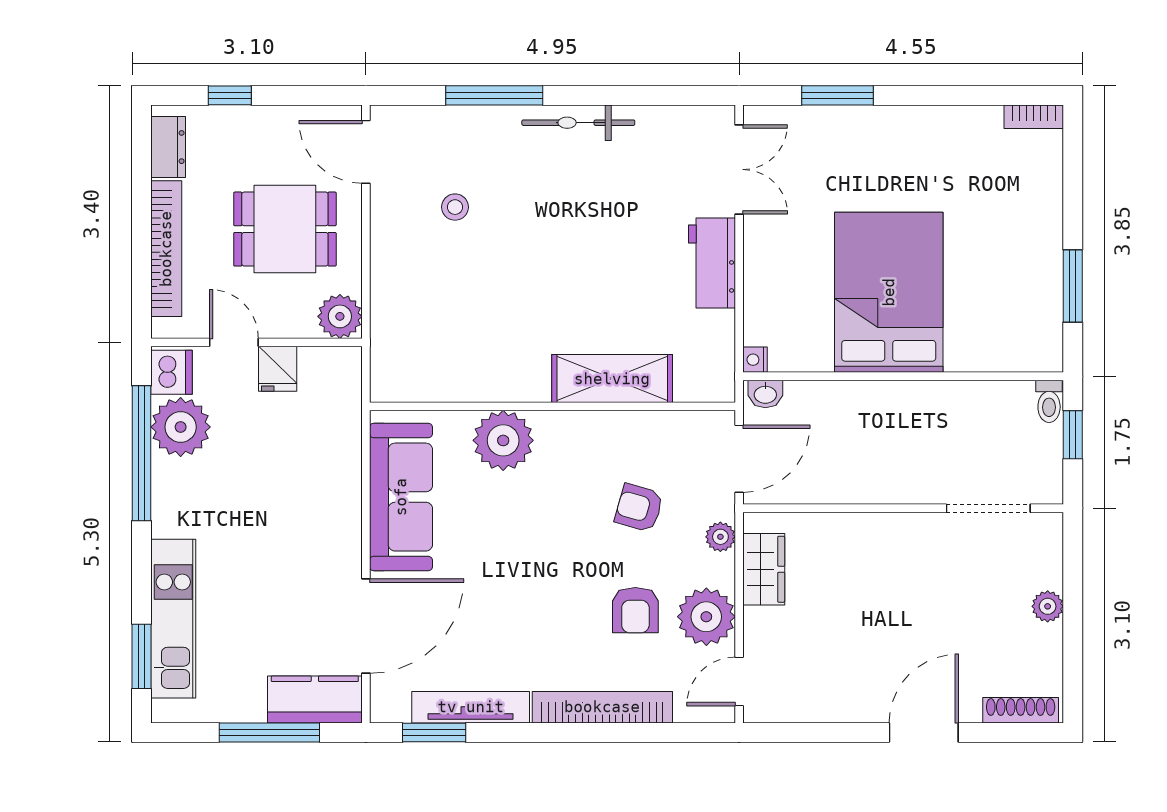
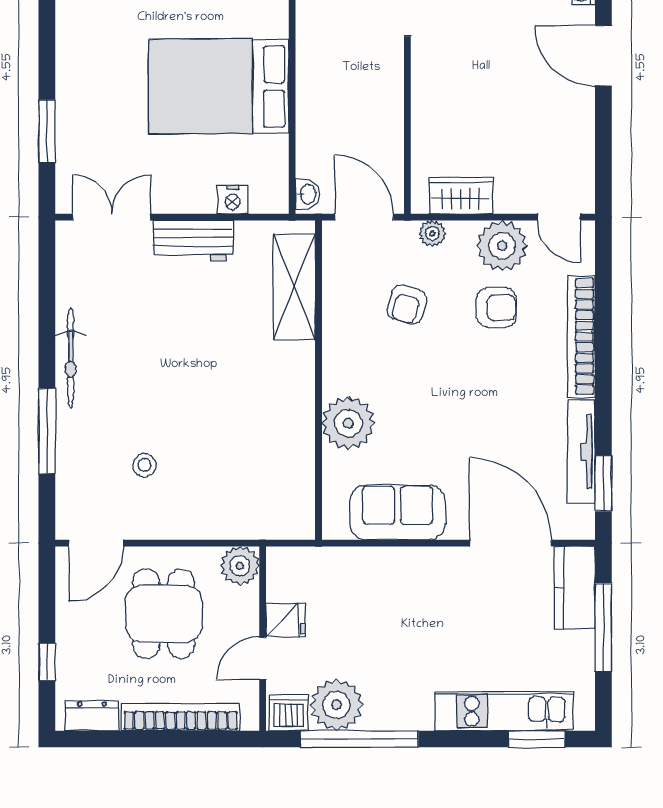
nightstand: (755, 360) -> (233, 200), moved, width x1.39, depth x1.35
shelving: (612, 379) -> (294, 287), moved
sofa: (401, 497) -> (398, 512), width x0.73

